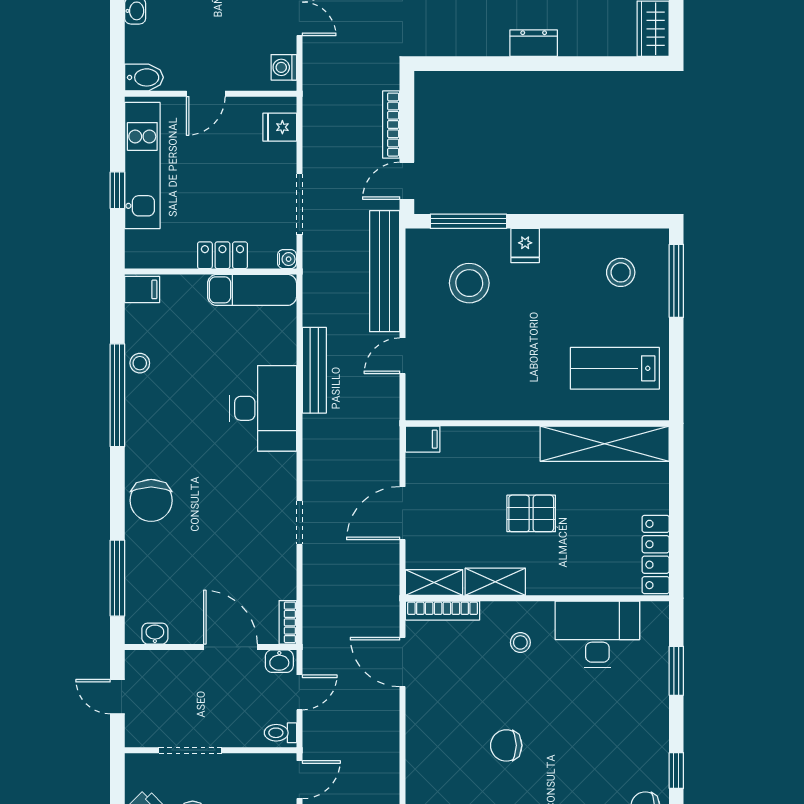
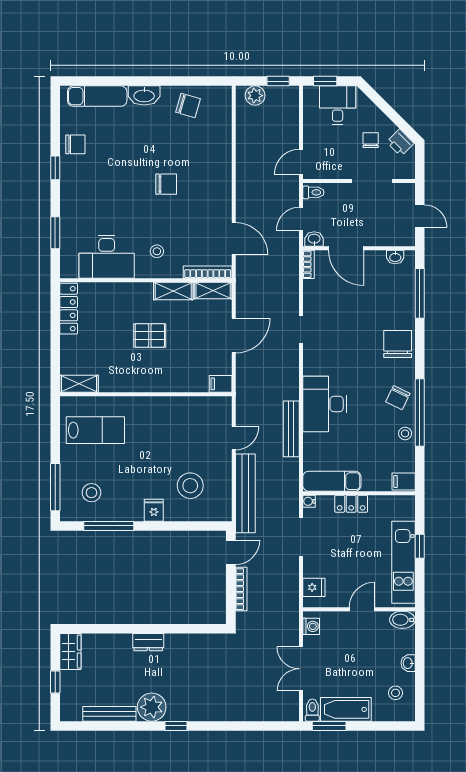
window: (468, 221) -> (109, 526), moved
chair: (151, 418) -> (398, 398), added
shelving: (605, 444) -> (79, 384), width x0.45, depth x0.75

